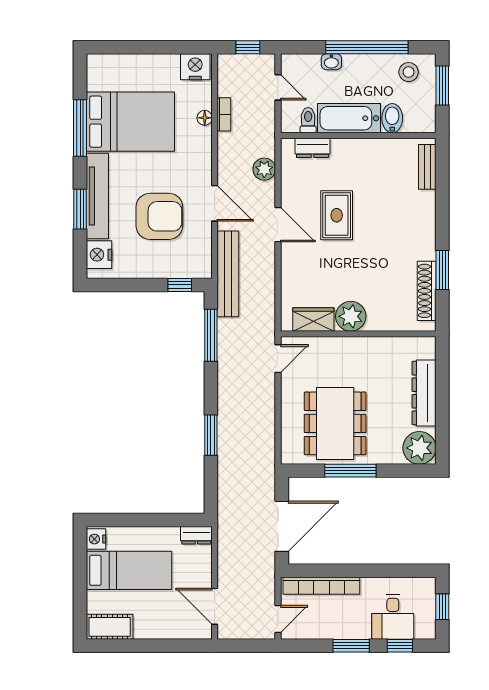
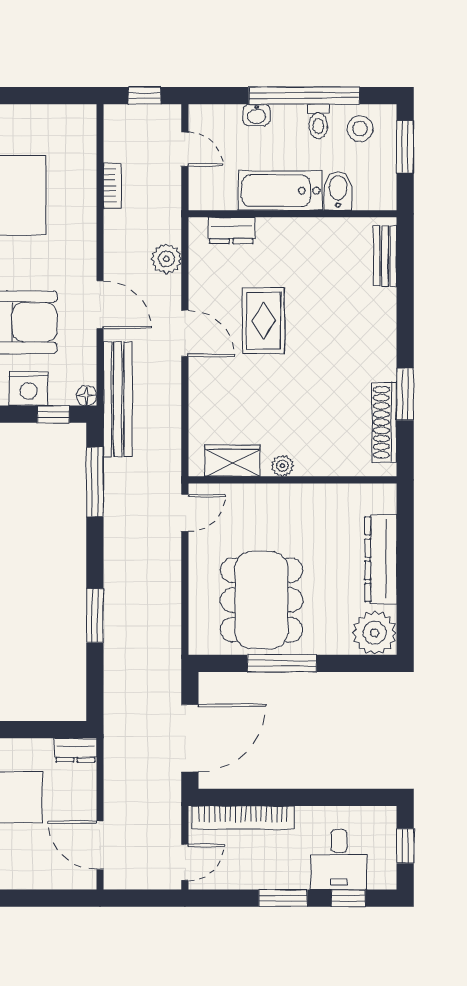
nightstand: (195, 67) -> (29, 388), moved, turned 180
floor lamp: (205, 118) -> (86, 396), moved
toilet: (308, 120) -> (318, 121), moved, turned 180
plant: (351, 316) -> (282, 466), width x0.53, depth x0.53

